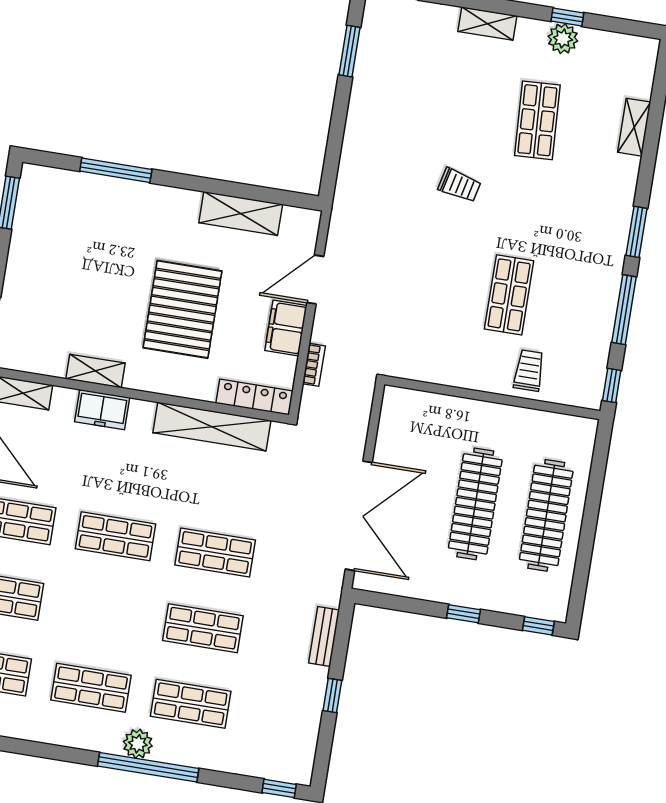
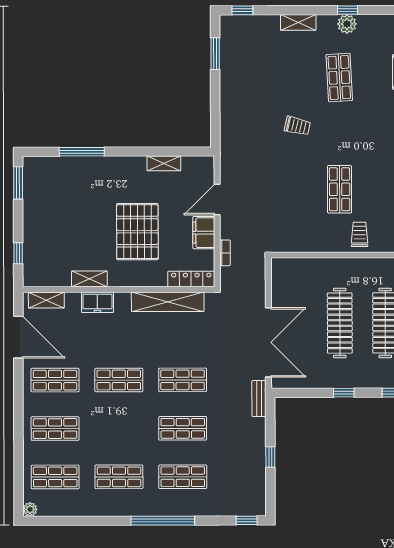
shelving: (241, 213) -> (164, 163), width x0.67, depth x0.75
bench: (324, 636) -> (259, 398), moved
plant: (138, 744) -> (154, 507), removed

